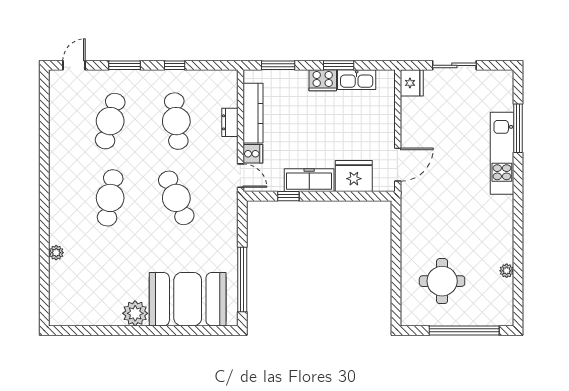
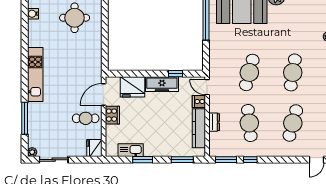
window: (124, 65) -> (226, 160), moved
sliding door: (454, 65) -> (54, 160), moved
cooker: (323, 80) -> (112, 115), moved, turned 90
cafe table: (425, 128) -> (86, 118), added
kitchen unit: (502, 153) -> (35, 74), moved
cafe table: (176, 198) -> (249, 72), turned 39
plant: (507, 271) -> (32, 152), moved
water cooler: (505, 287) -> (33, 14), added

